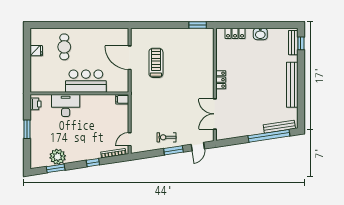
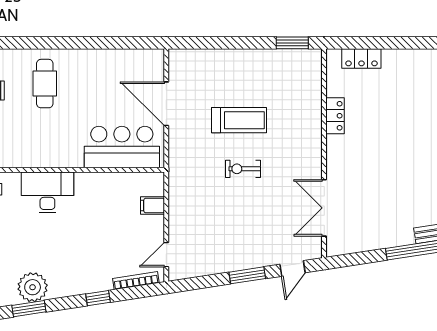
washbasin: (260, 34) -> (408, 59), removed
treadmill: (156, 63) -> (239, 120), moved, turned 90
locker: (221, 80) -> (335, 116), moved
bar counter: (86, 81) -> (122, 147), moved
filing cabinet: (122, 99) -> (152, 206), moved
exercise bike: (167, 137) -> (243, 169), moved

